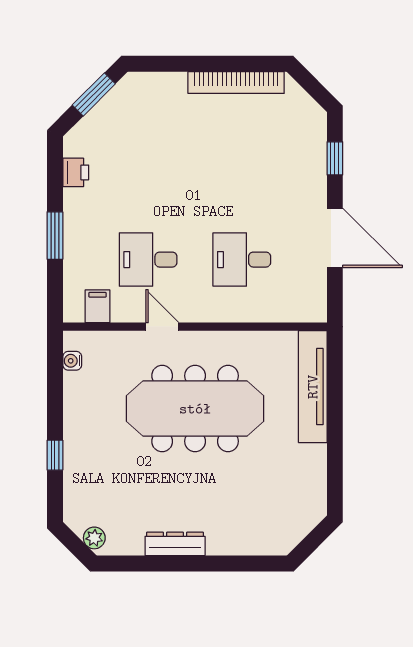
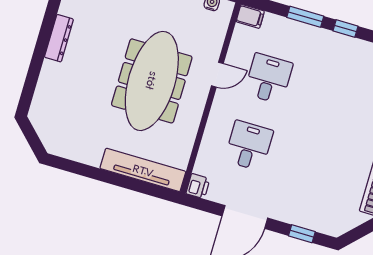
printer: (76, 172) -> (198, 186), moved, turned -90
window: (55, 179) -> (345, 29), added
filing cabinet: (98, 306) -> (250, 16), moved

